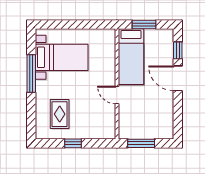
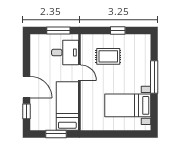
window: (31, 74) -> (154, 77), moved
rug: (60, 114) -> (108, 56), moved, turned 90
desk: (134, 118) -> (65, 53), added

